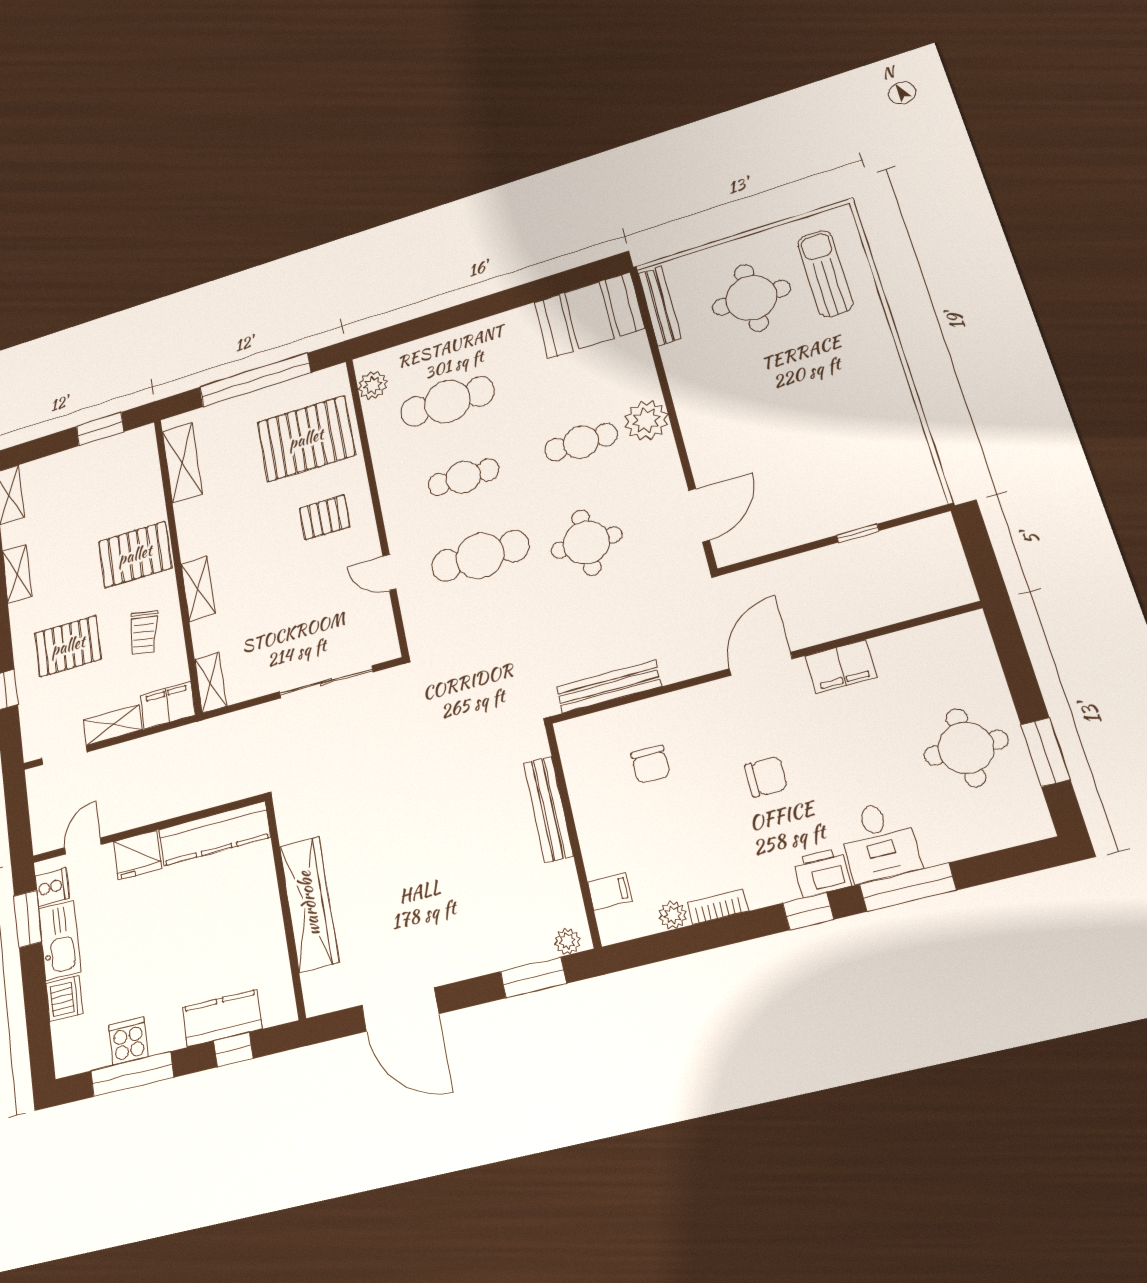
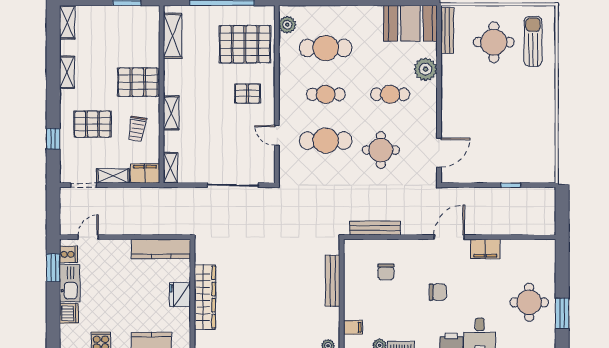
plant: (646, 420) -> (426, 69), moved
fridge: (138, 855) -> (180, 295), moved, turned 90

